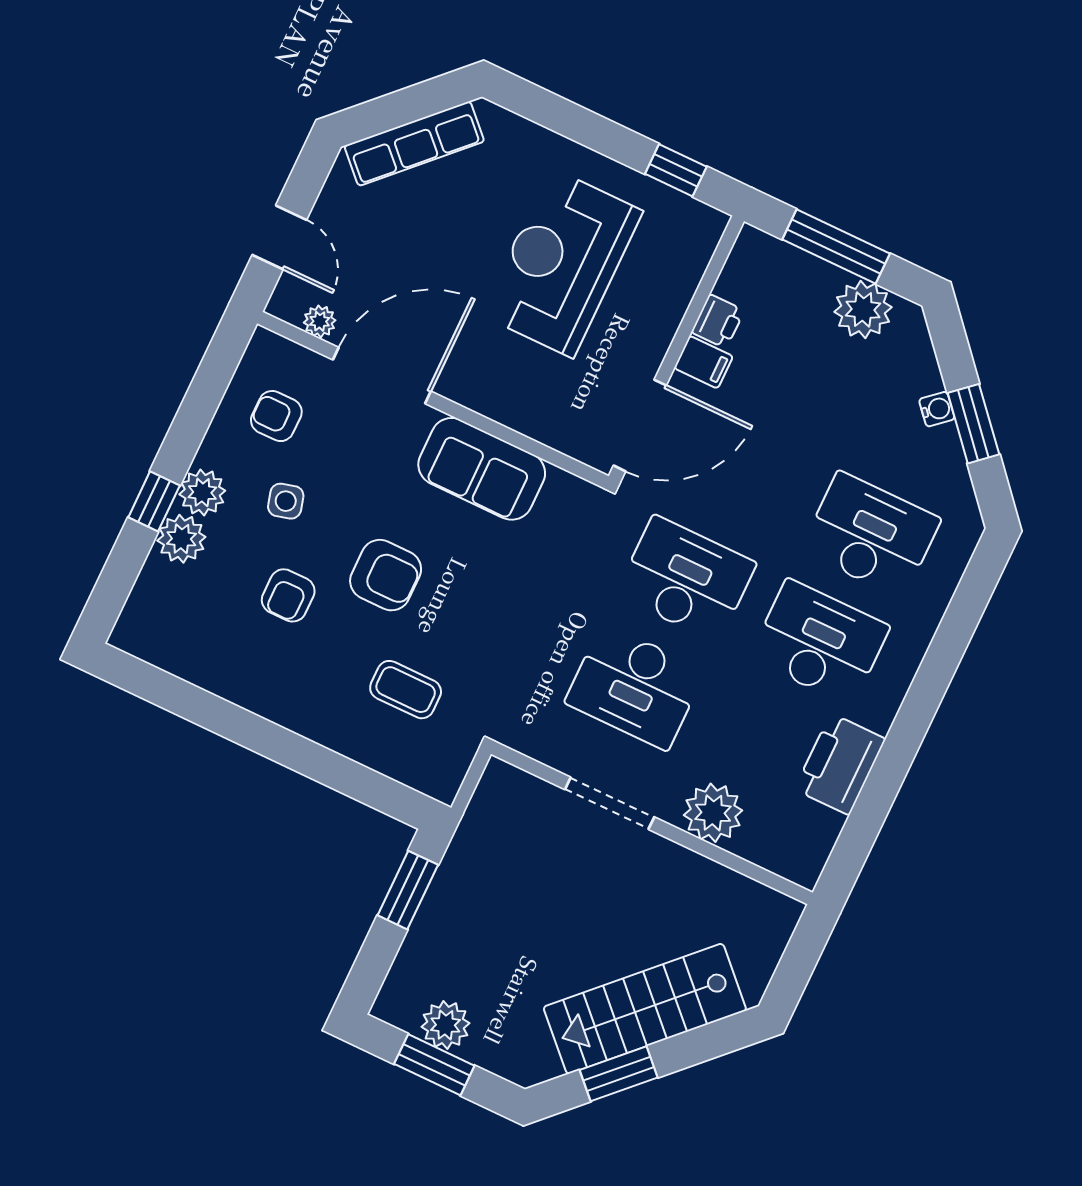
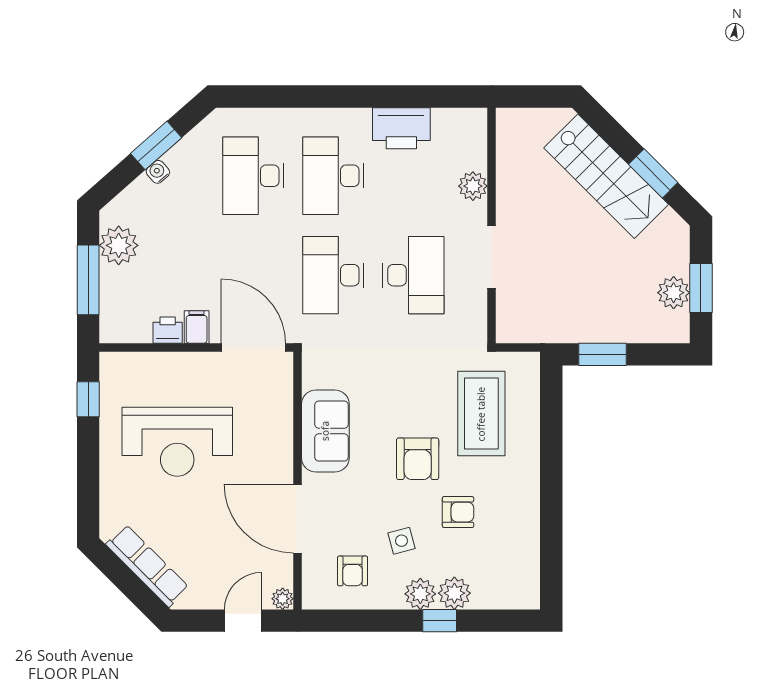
plant: (320, 321) -> (283, 599), moved
armchair: (386, 575) -> (418, 459), turned 180
coffee table: (406, 690) -> (481, 414), width x1.86, depth x1.72
plant: (713, 813) -> (473, 186), width x0.73, depth x0.73

